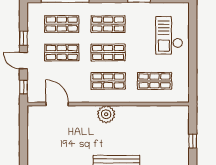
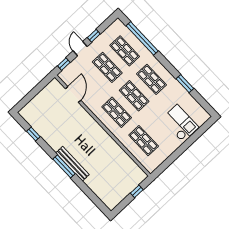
checkout: (169, 35) -> (180, 123), turned 90
plant: (106, 114) -> (95, 130), removed
window: (193, 141) -> (137, 191), moved

